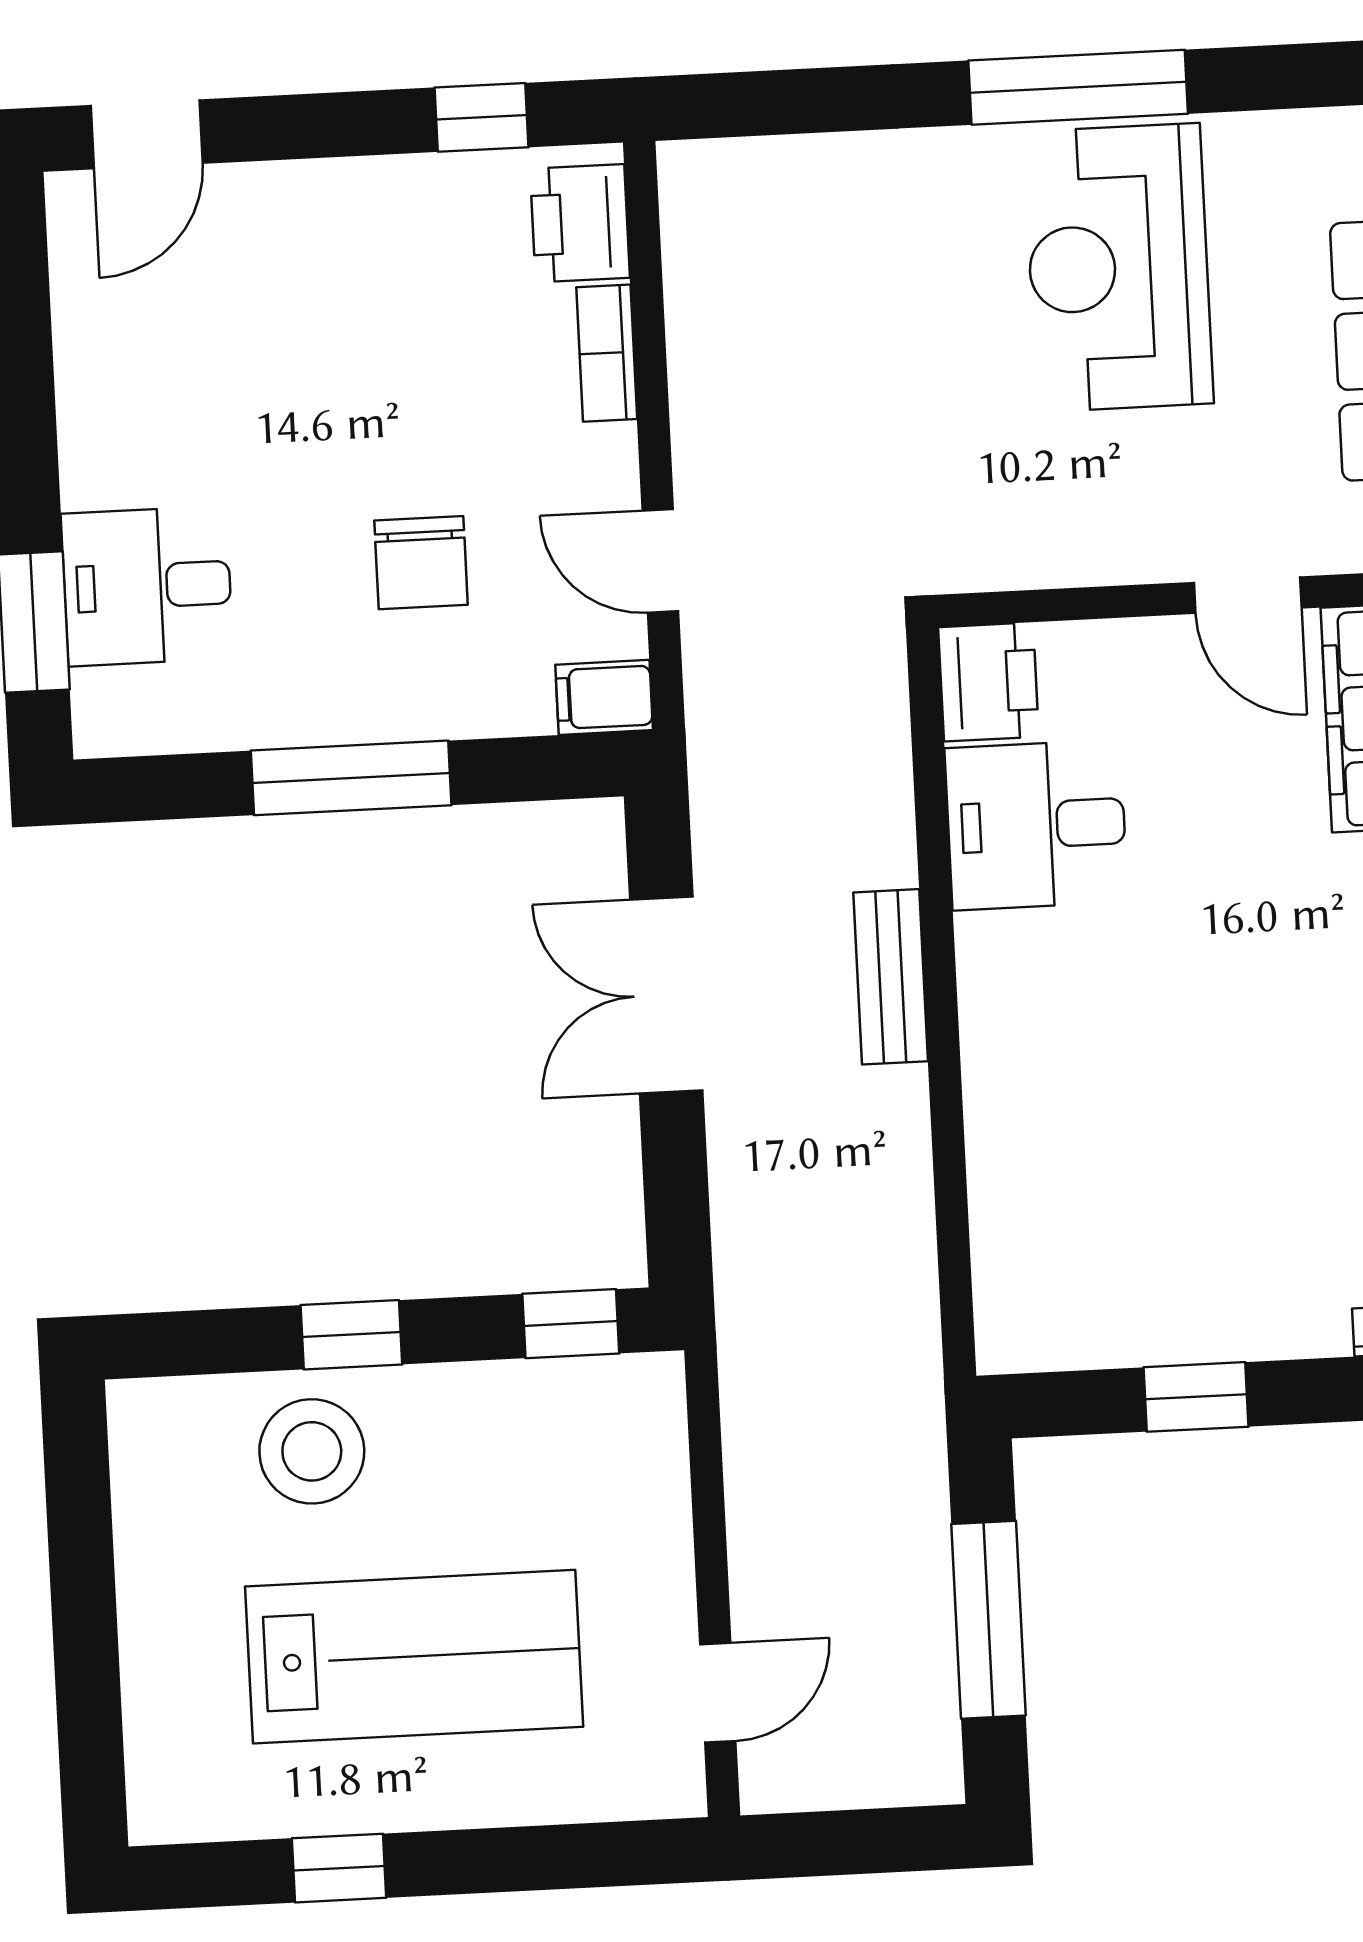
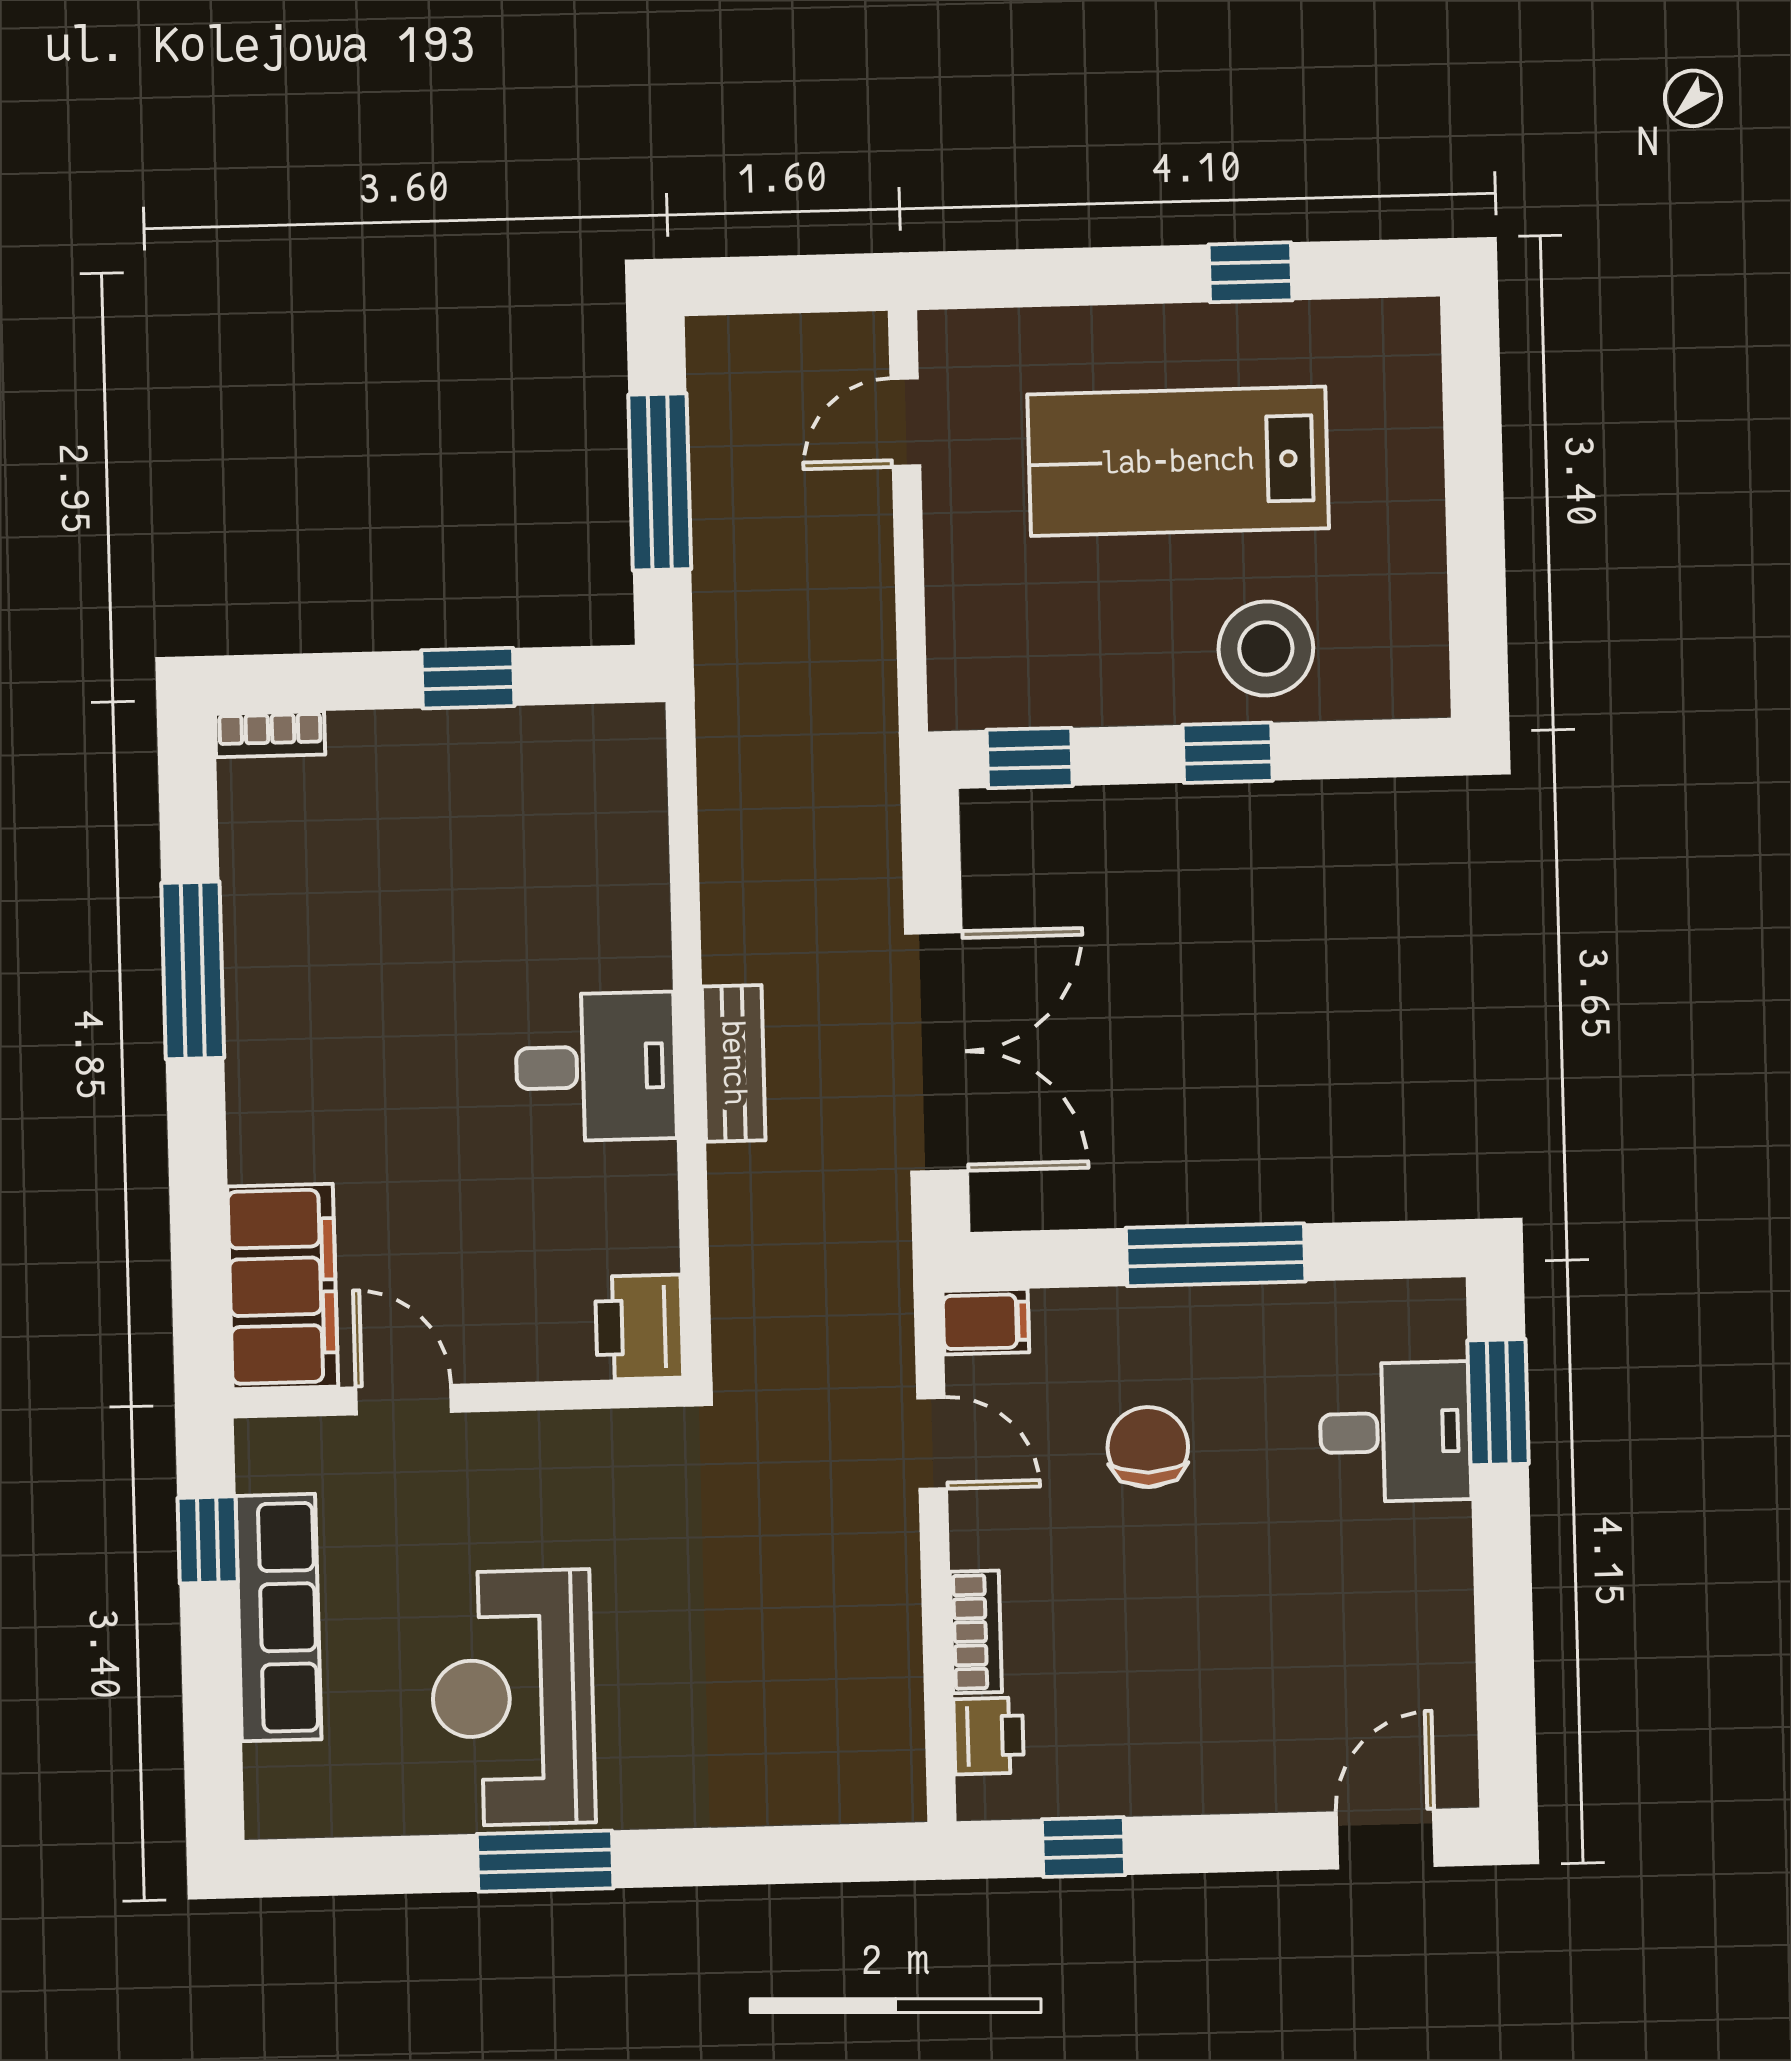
window: (1078, 87) -> (545, 1861), width x0.69
printer: (580, 223) -> (989, 1736), width x0.73, depth x0.81
reception desk: (1118, 267) -> (513, 1698), turned 180
desk: (1036, 825) -> (596, 1067), moved
double door: (666, 995) -> (936, 1052), width x1.37

